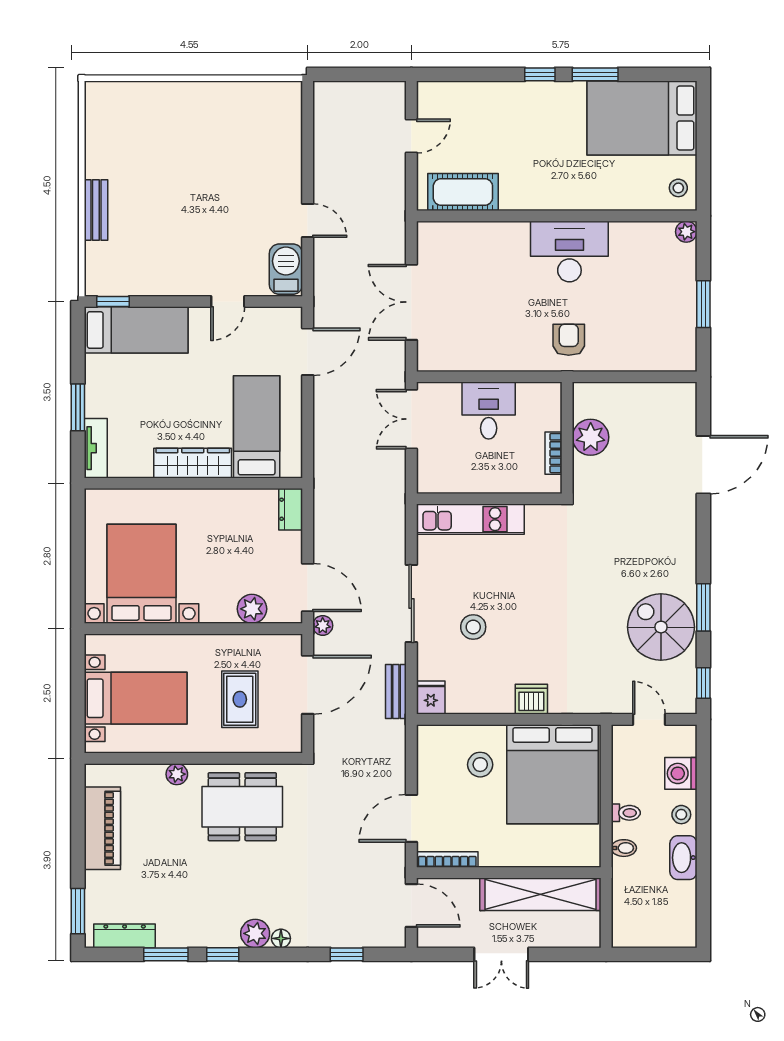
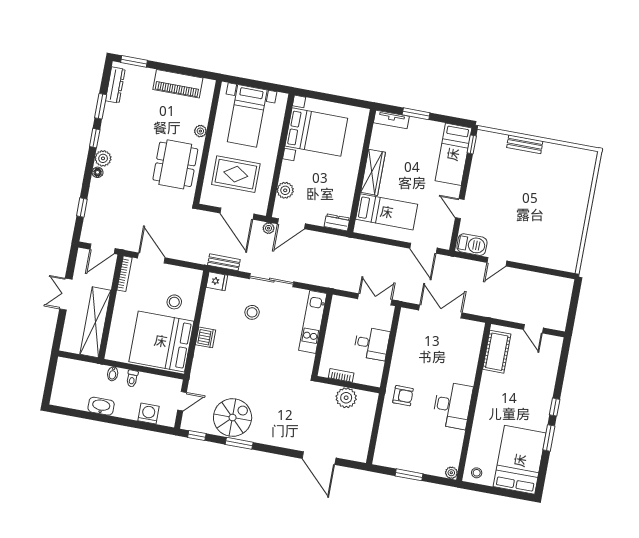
rug: (240, 699) -> (236, 174), width x1.36, depth x1.43
stool: (681, 815) -> (125, 409), removed

